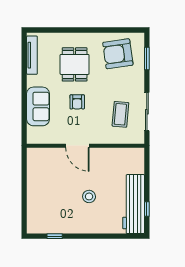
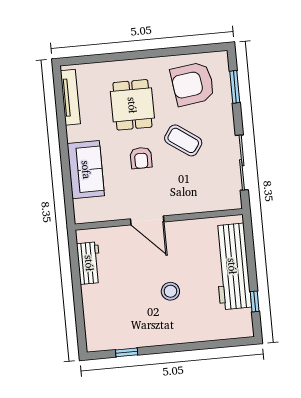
coffee table: (120, 114) -> (183, 140), moved, turned -60
workbench: (34, 172) -> (89, 263), added
workbench: (134, 204) -> (232, 266), moved

